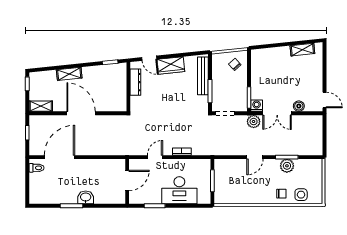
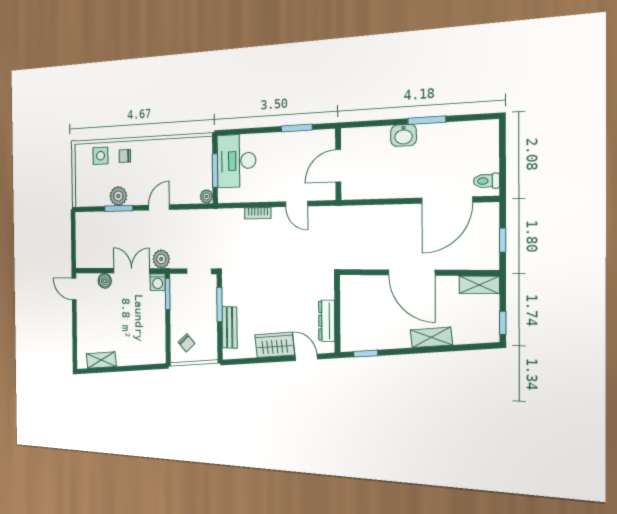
bench: (203, 76) -> (230, 327), width x0.73
door: (155, 157) -> (297, 204), hinge flipped
plant: (219, 164) -> (206, 196), added
desk: (179, 190) -> (236, 161), moved, turned -90

